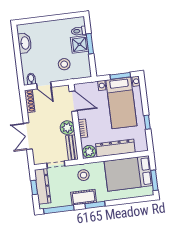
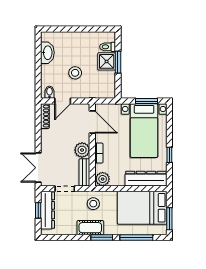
stool: (64, 64) -> (75, 73), moved
door: (44, 85) -> (63, 101), hinge flipped
double door: (28, 136) -> (38, 168), moved
dresser: (115, 148) -> (146, 179), moved
window: (59, 209) -> (136, 237), moved

